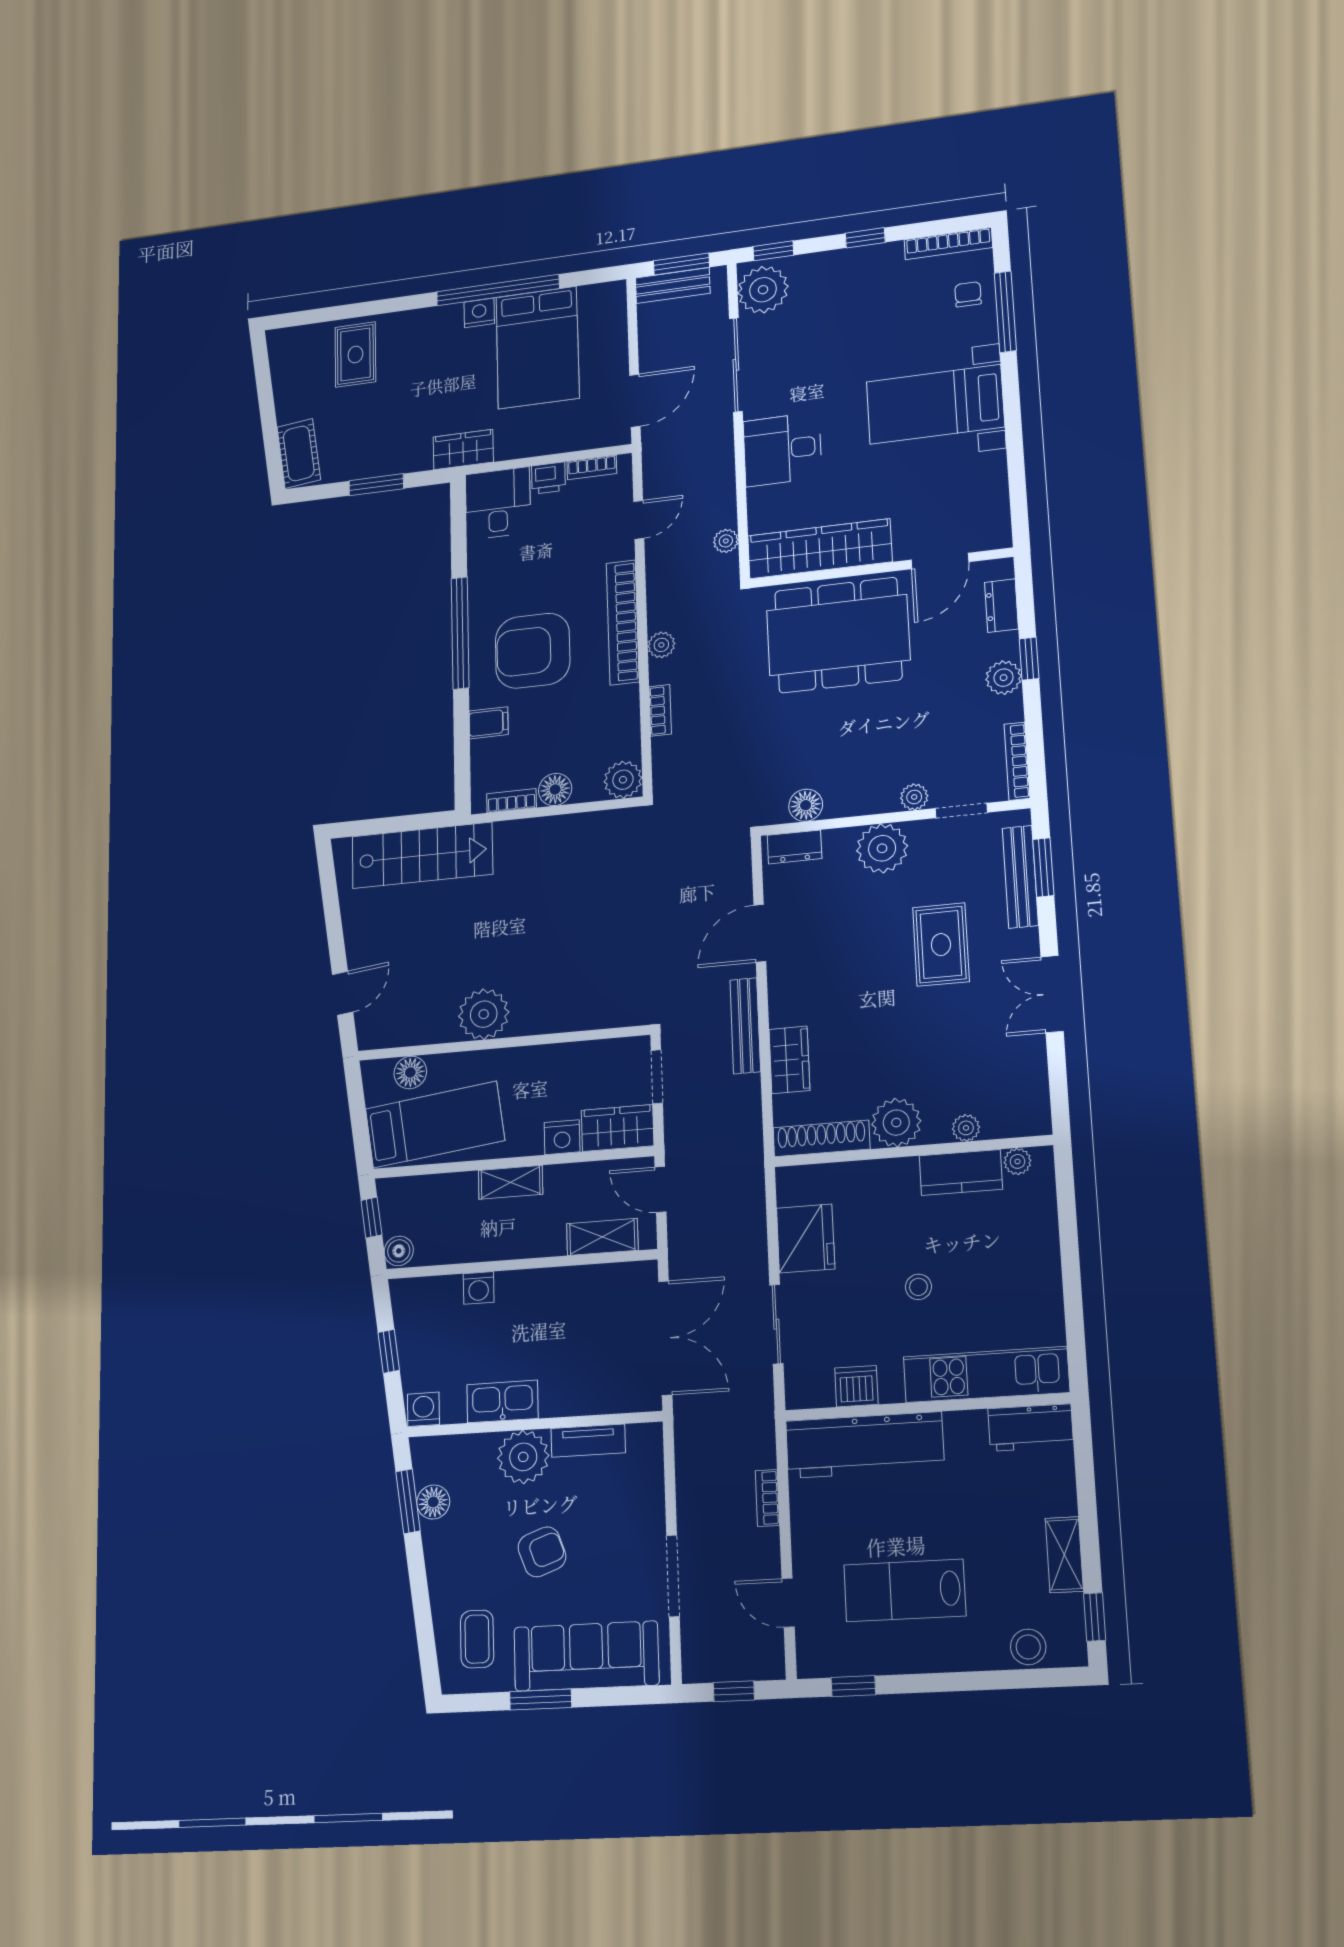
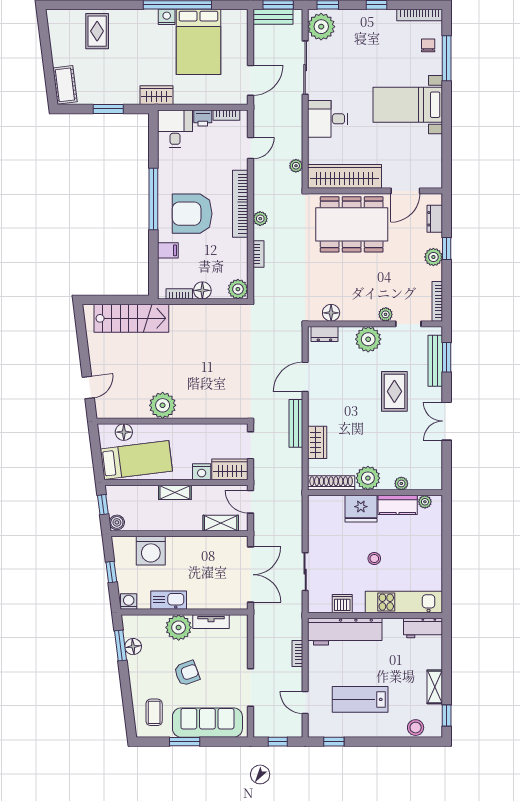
fridge: (806, 1239) -> (361, 509), moved, turned 90
washing machine: (479, 1288) -> (151, 551), width x1.89, depth x1.89

